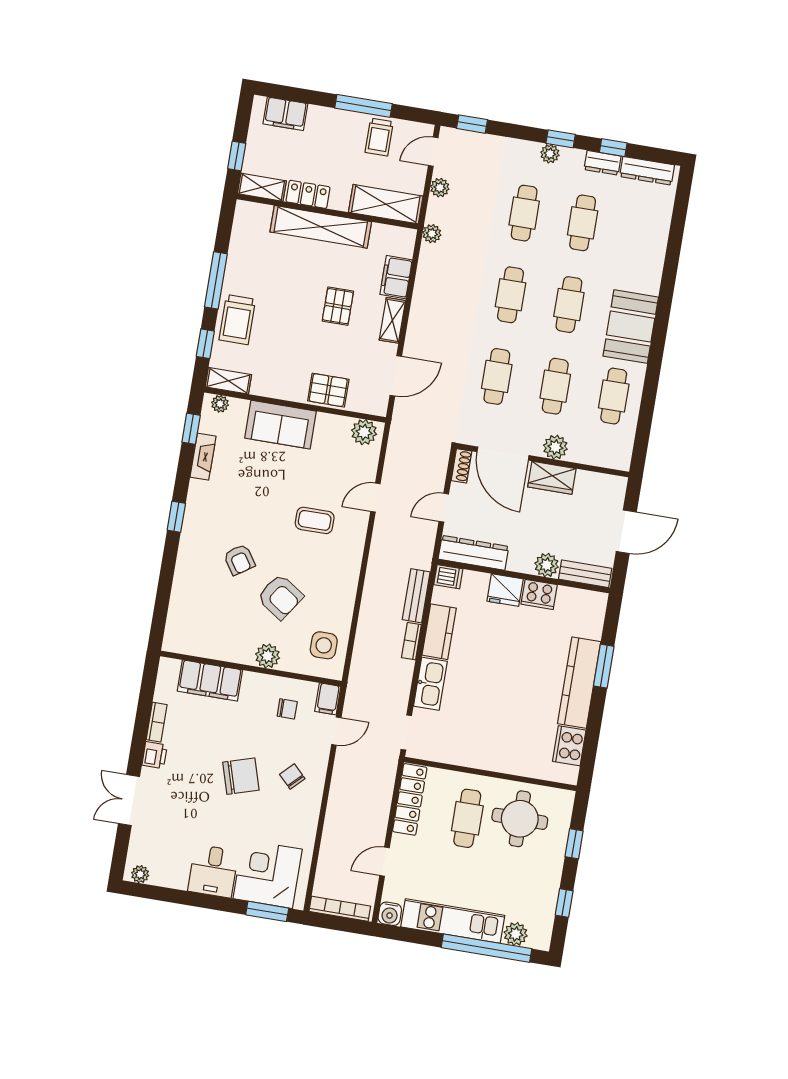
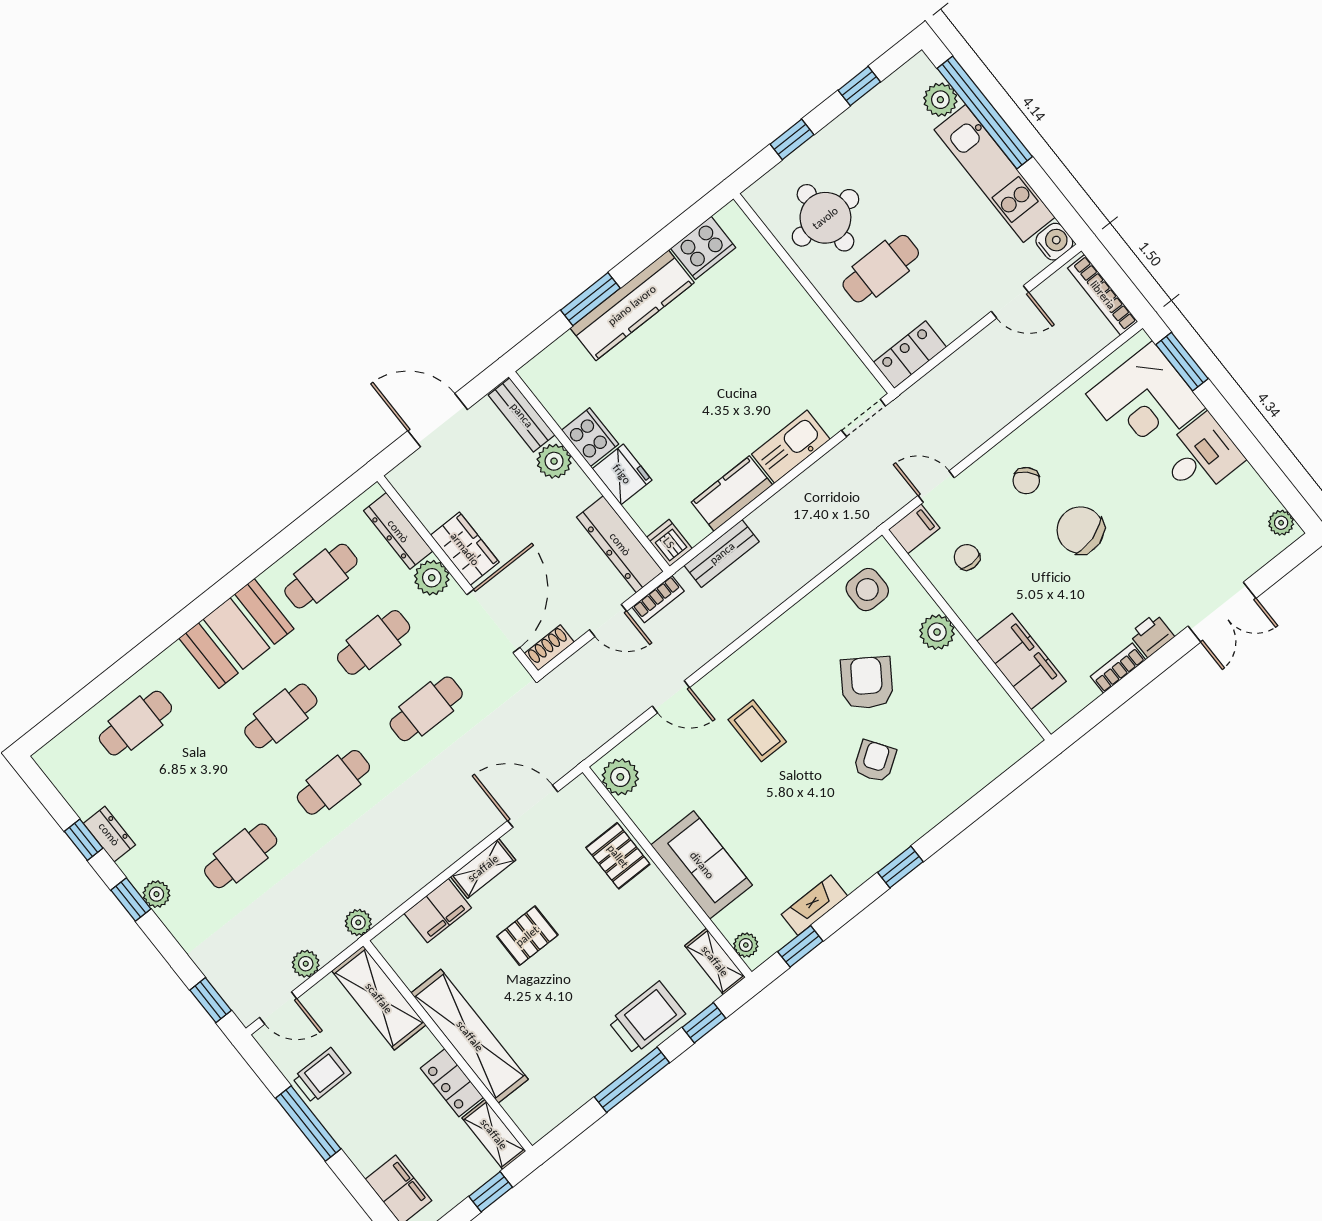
dresser: (647, 171) -> (398, 531), moved, turned 180
cafe table: (583, 223) -> (135, 723), moved
bookcase: (411, 641) -> (658, 599), moved
locker: (410, 799) -> (910, 355), width x0.66

